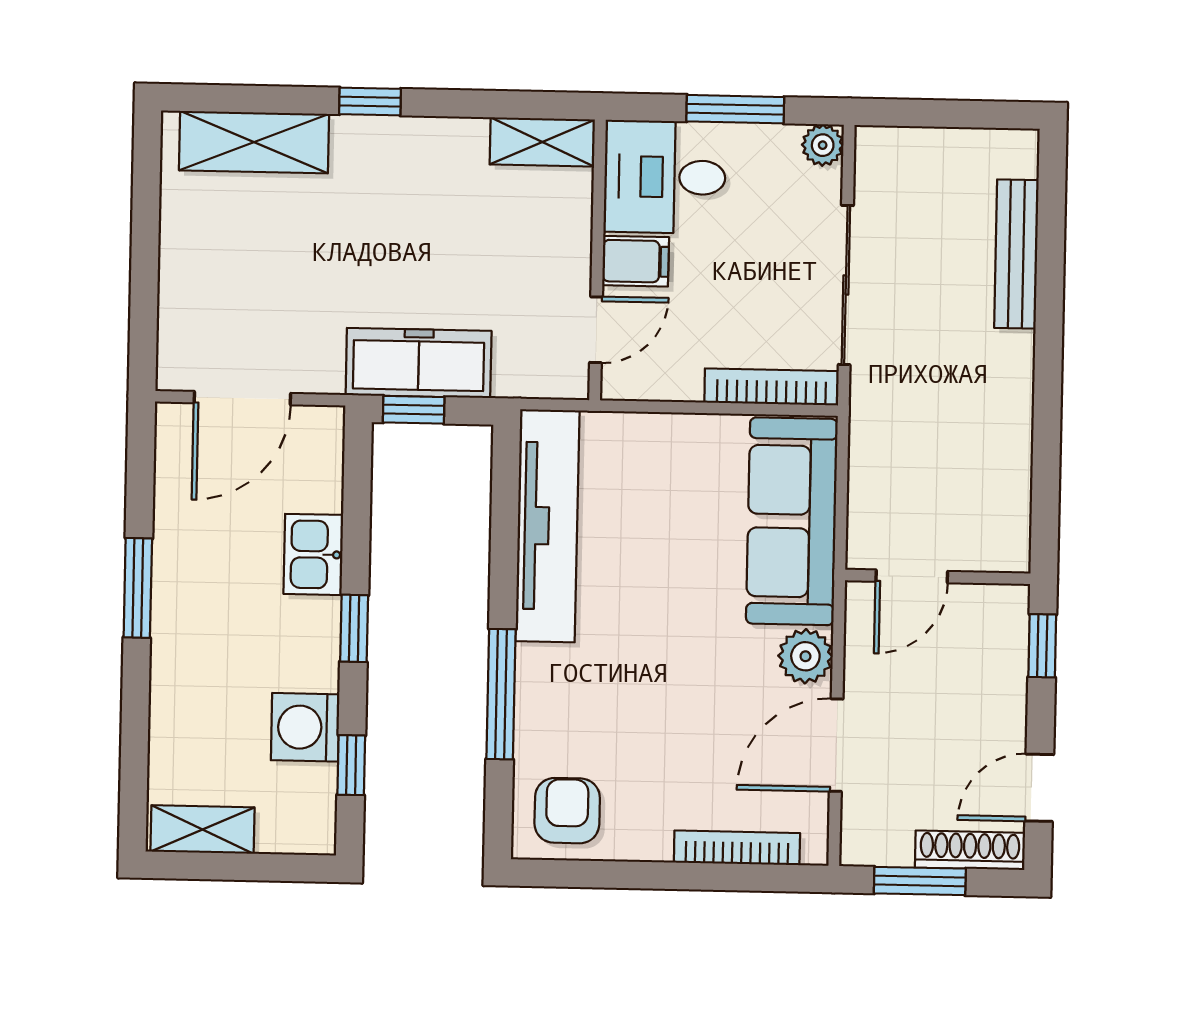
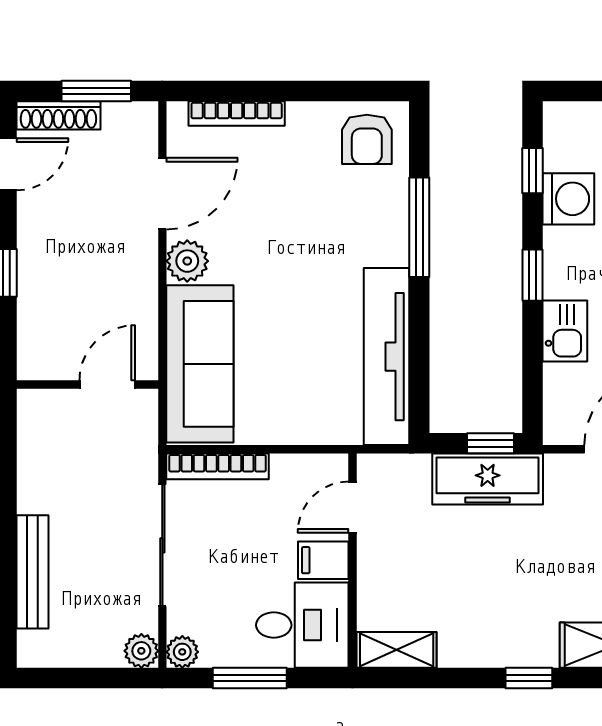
plant: (876, 148) -> (141, 651), added
door: (912, 576) -> (107, 385), moved
wall: (938, 577) -> (87, 385), moved

